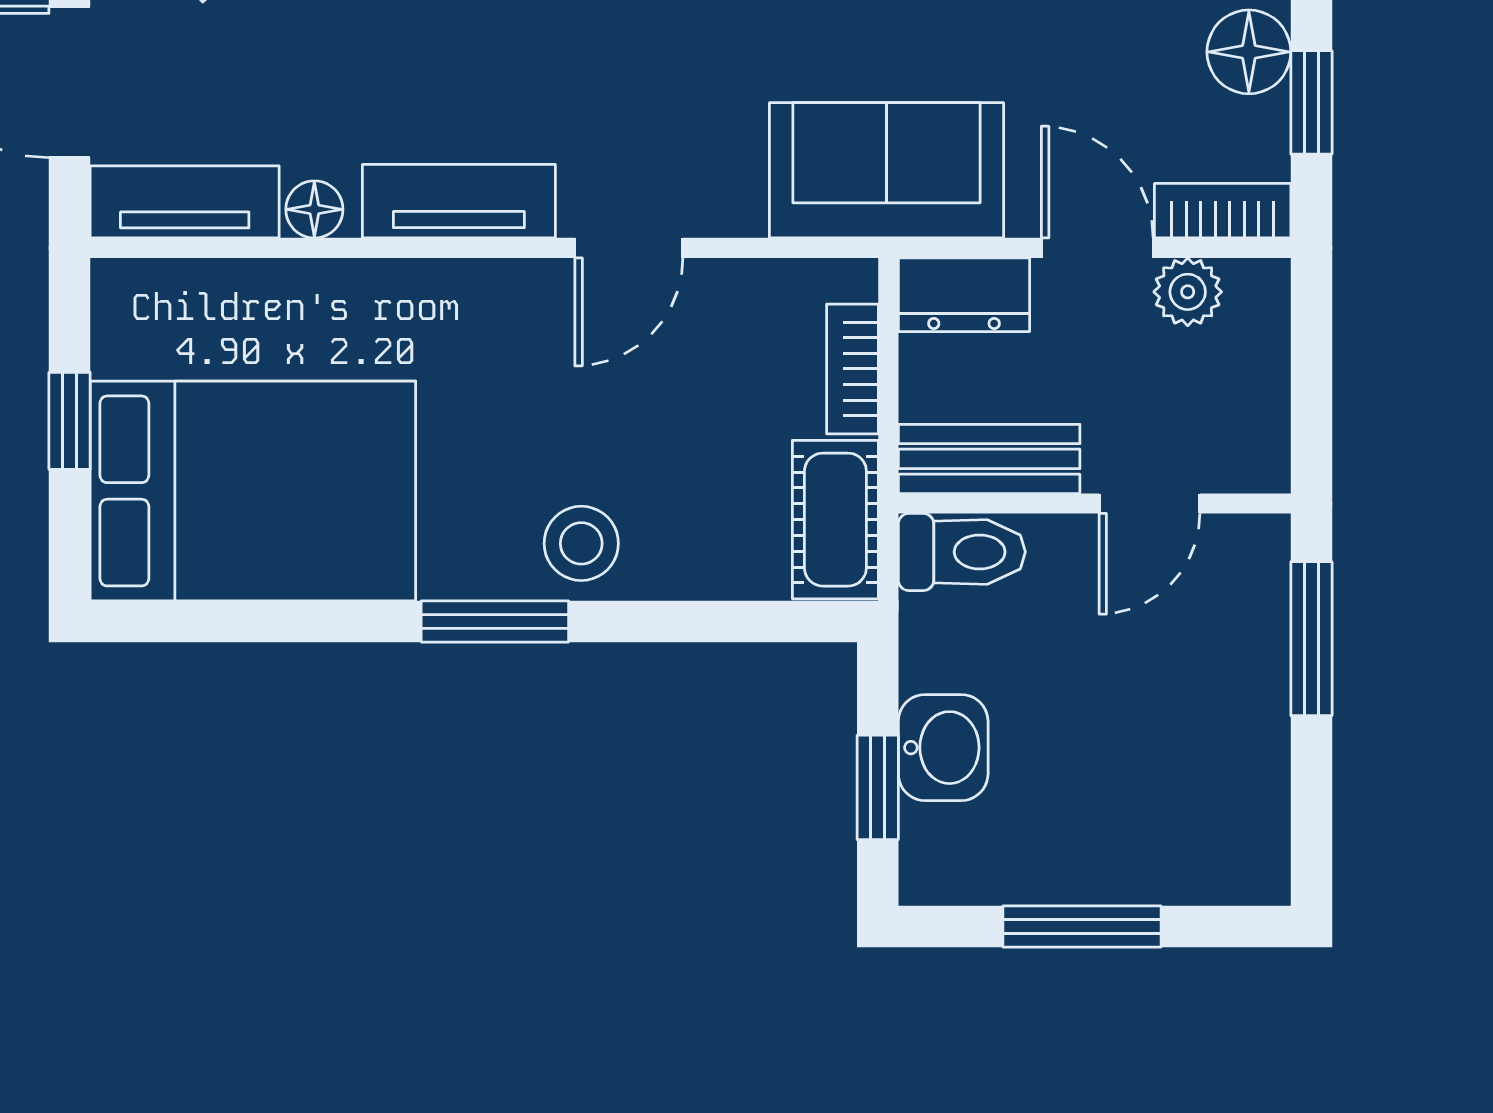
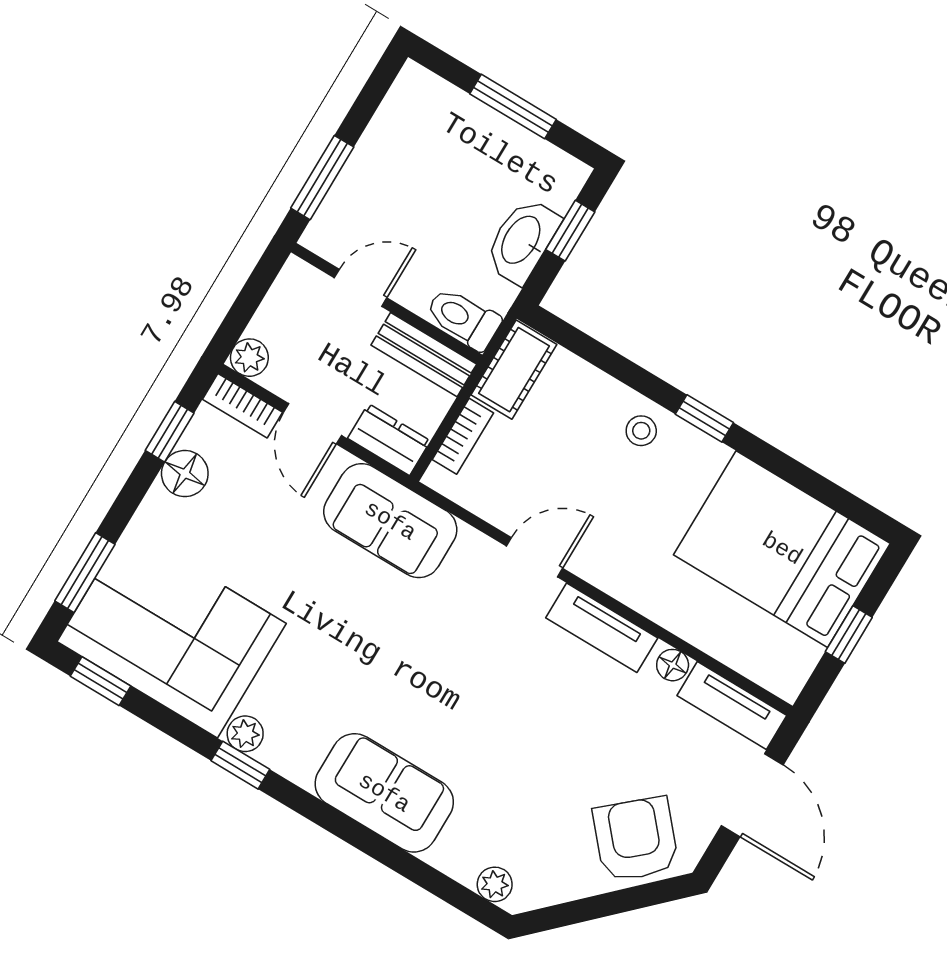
plant: (1188, 292) -> (249, 358), moved
stool: (581, 543) -> (641, 431), width x0.73, depth x0.73
window: (495, 621) -> (704, 418), width x0.67
washbasin: (943, 748) -> (522, 241), width x1.38

